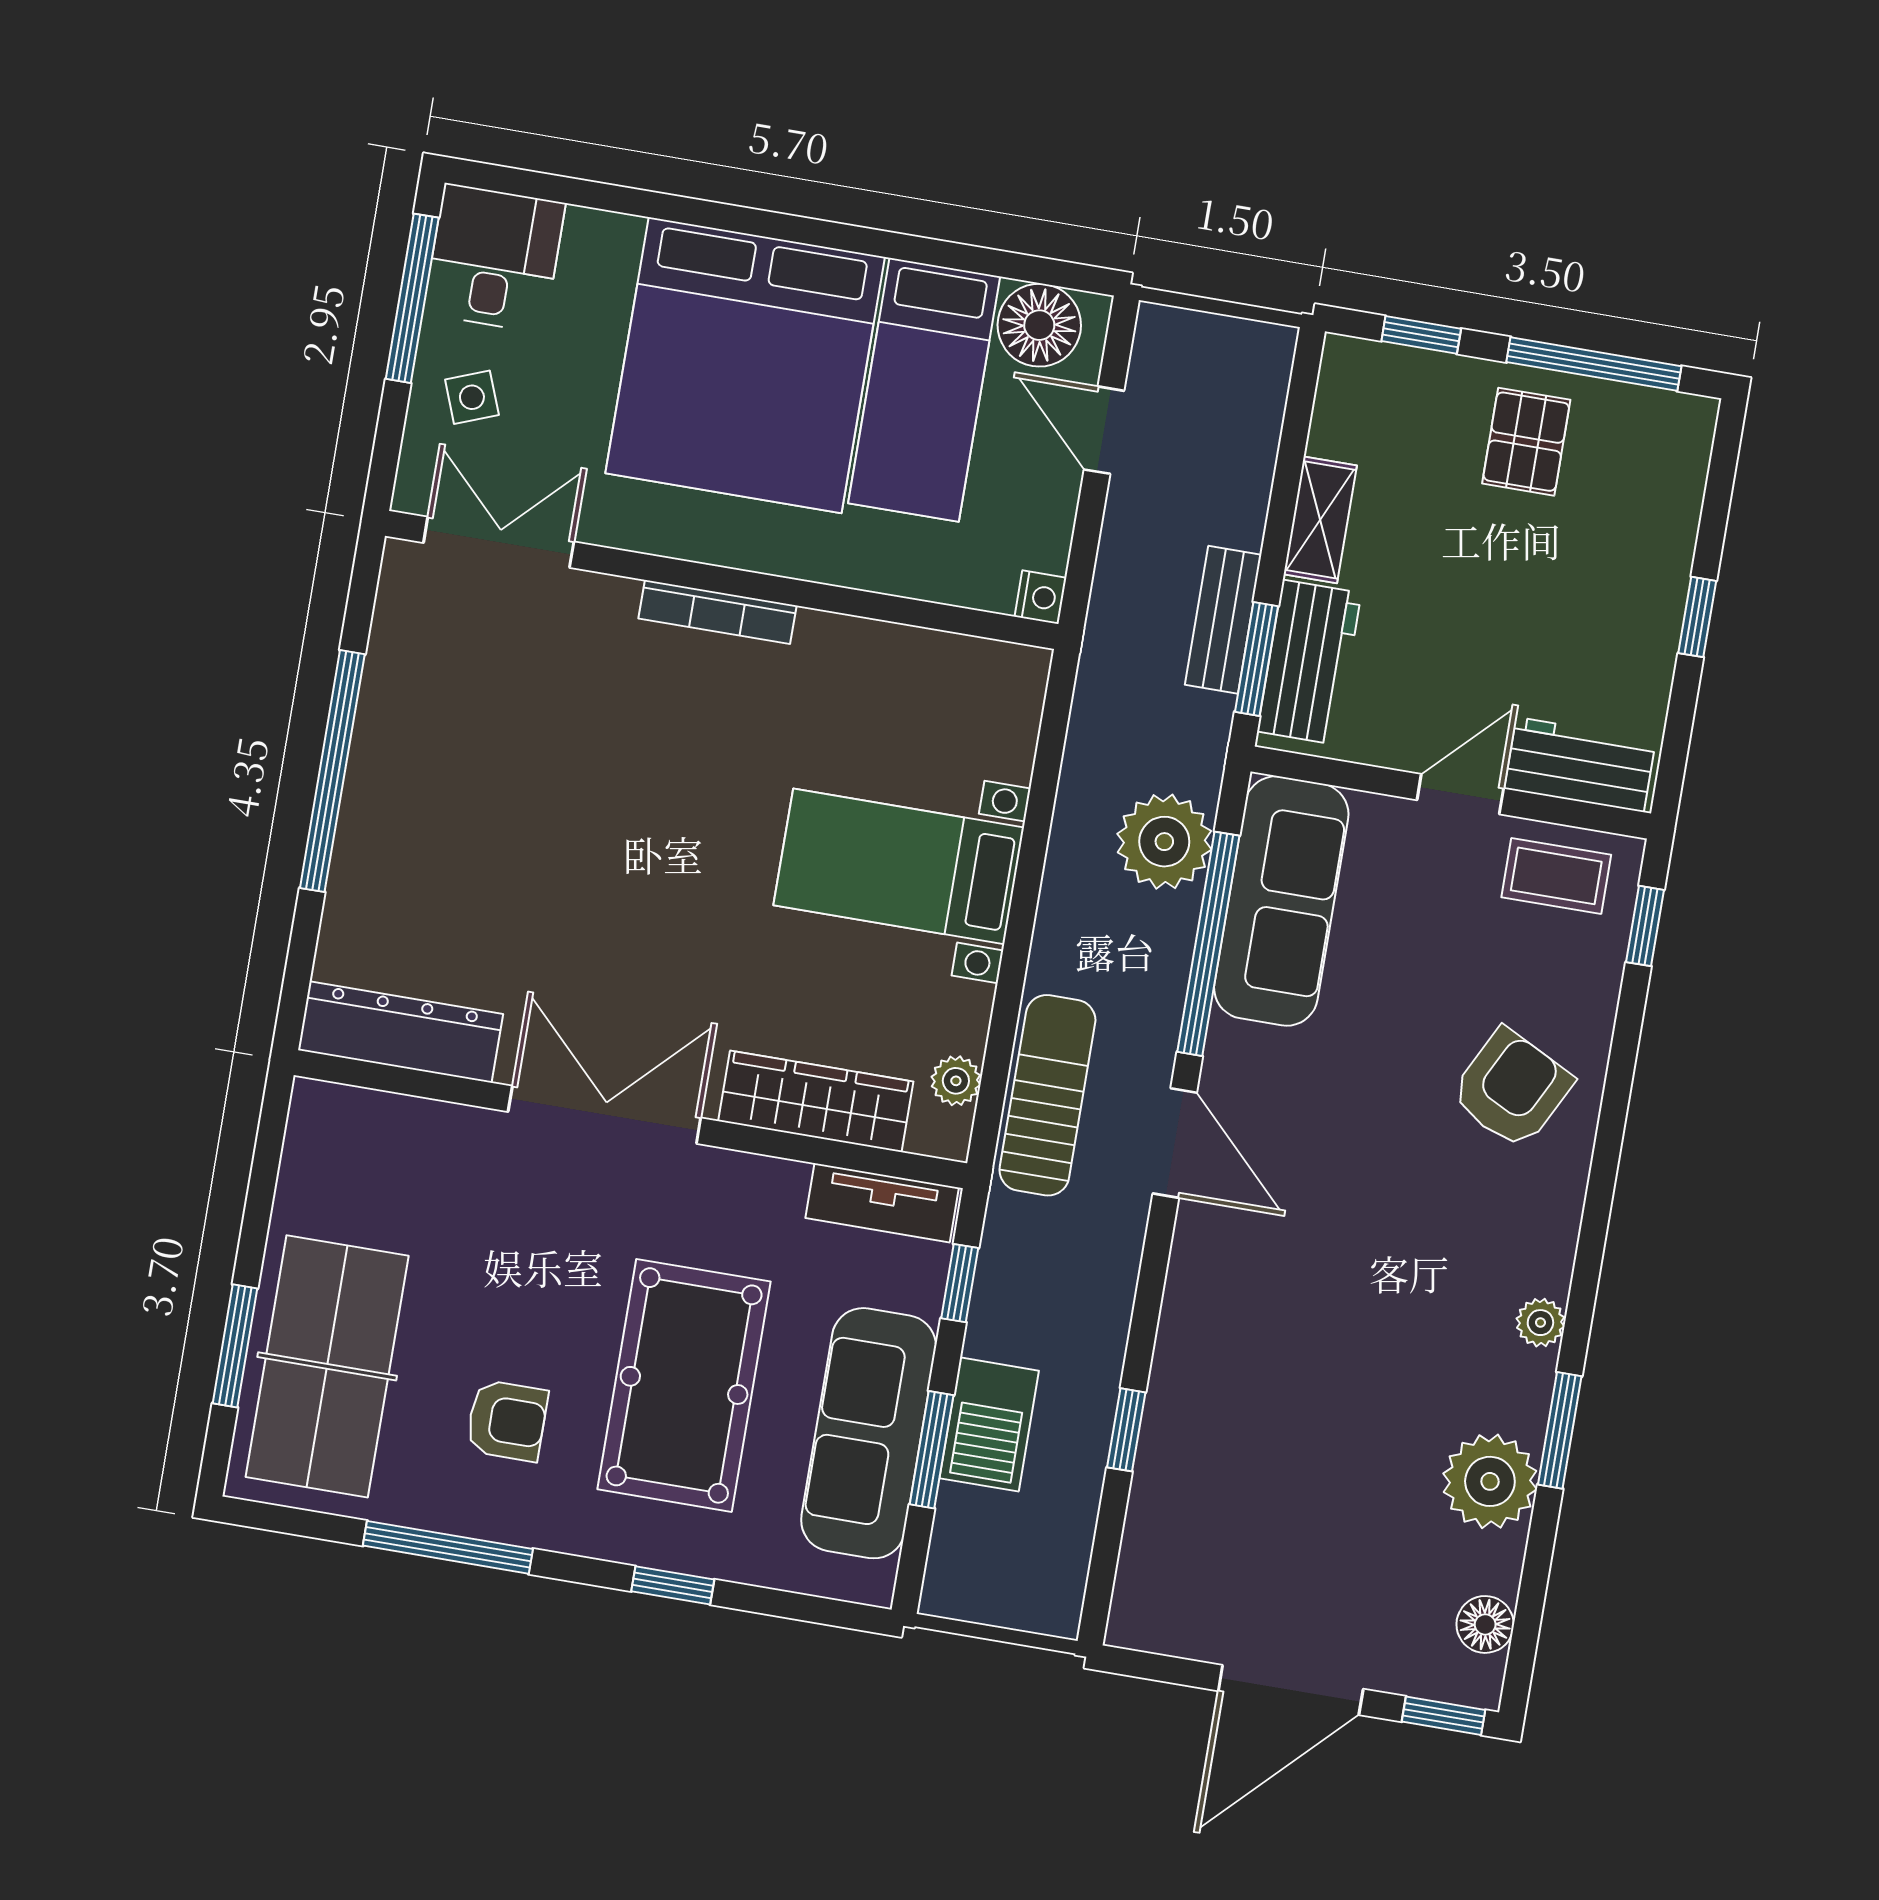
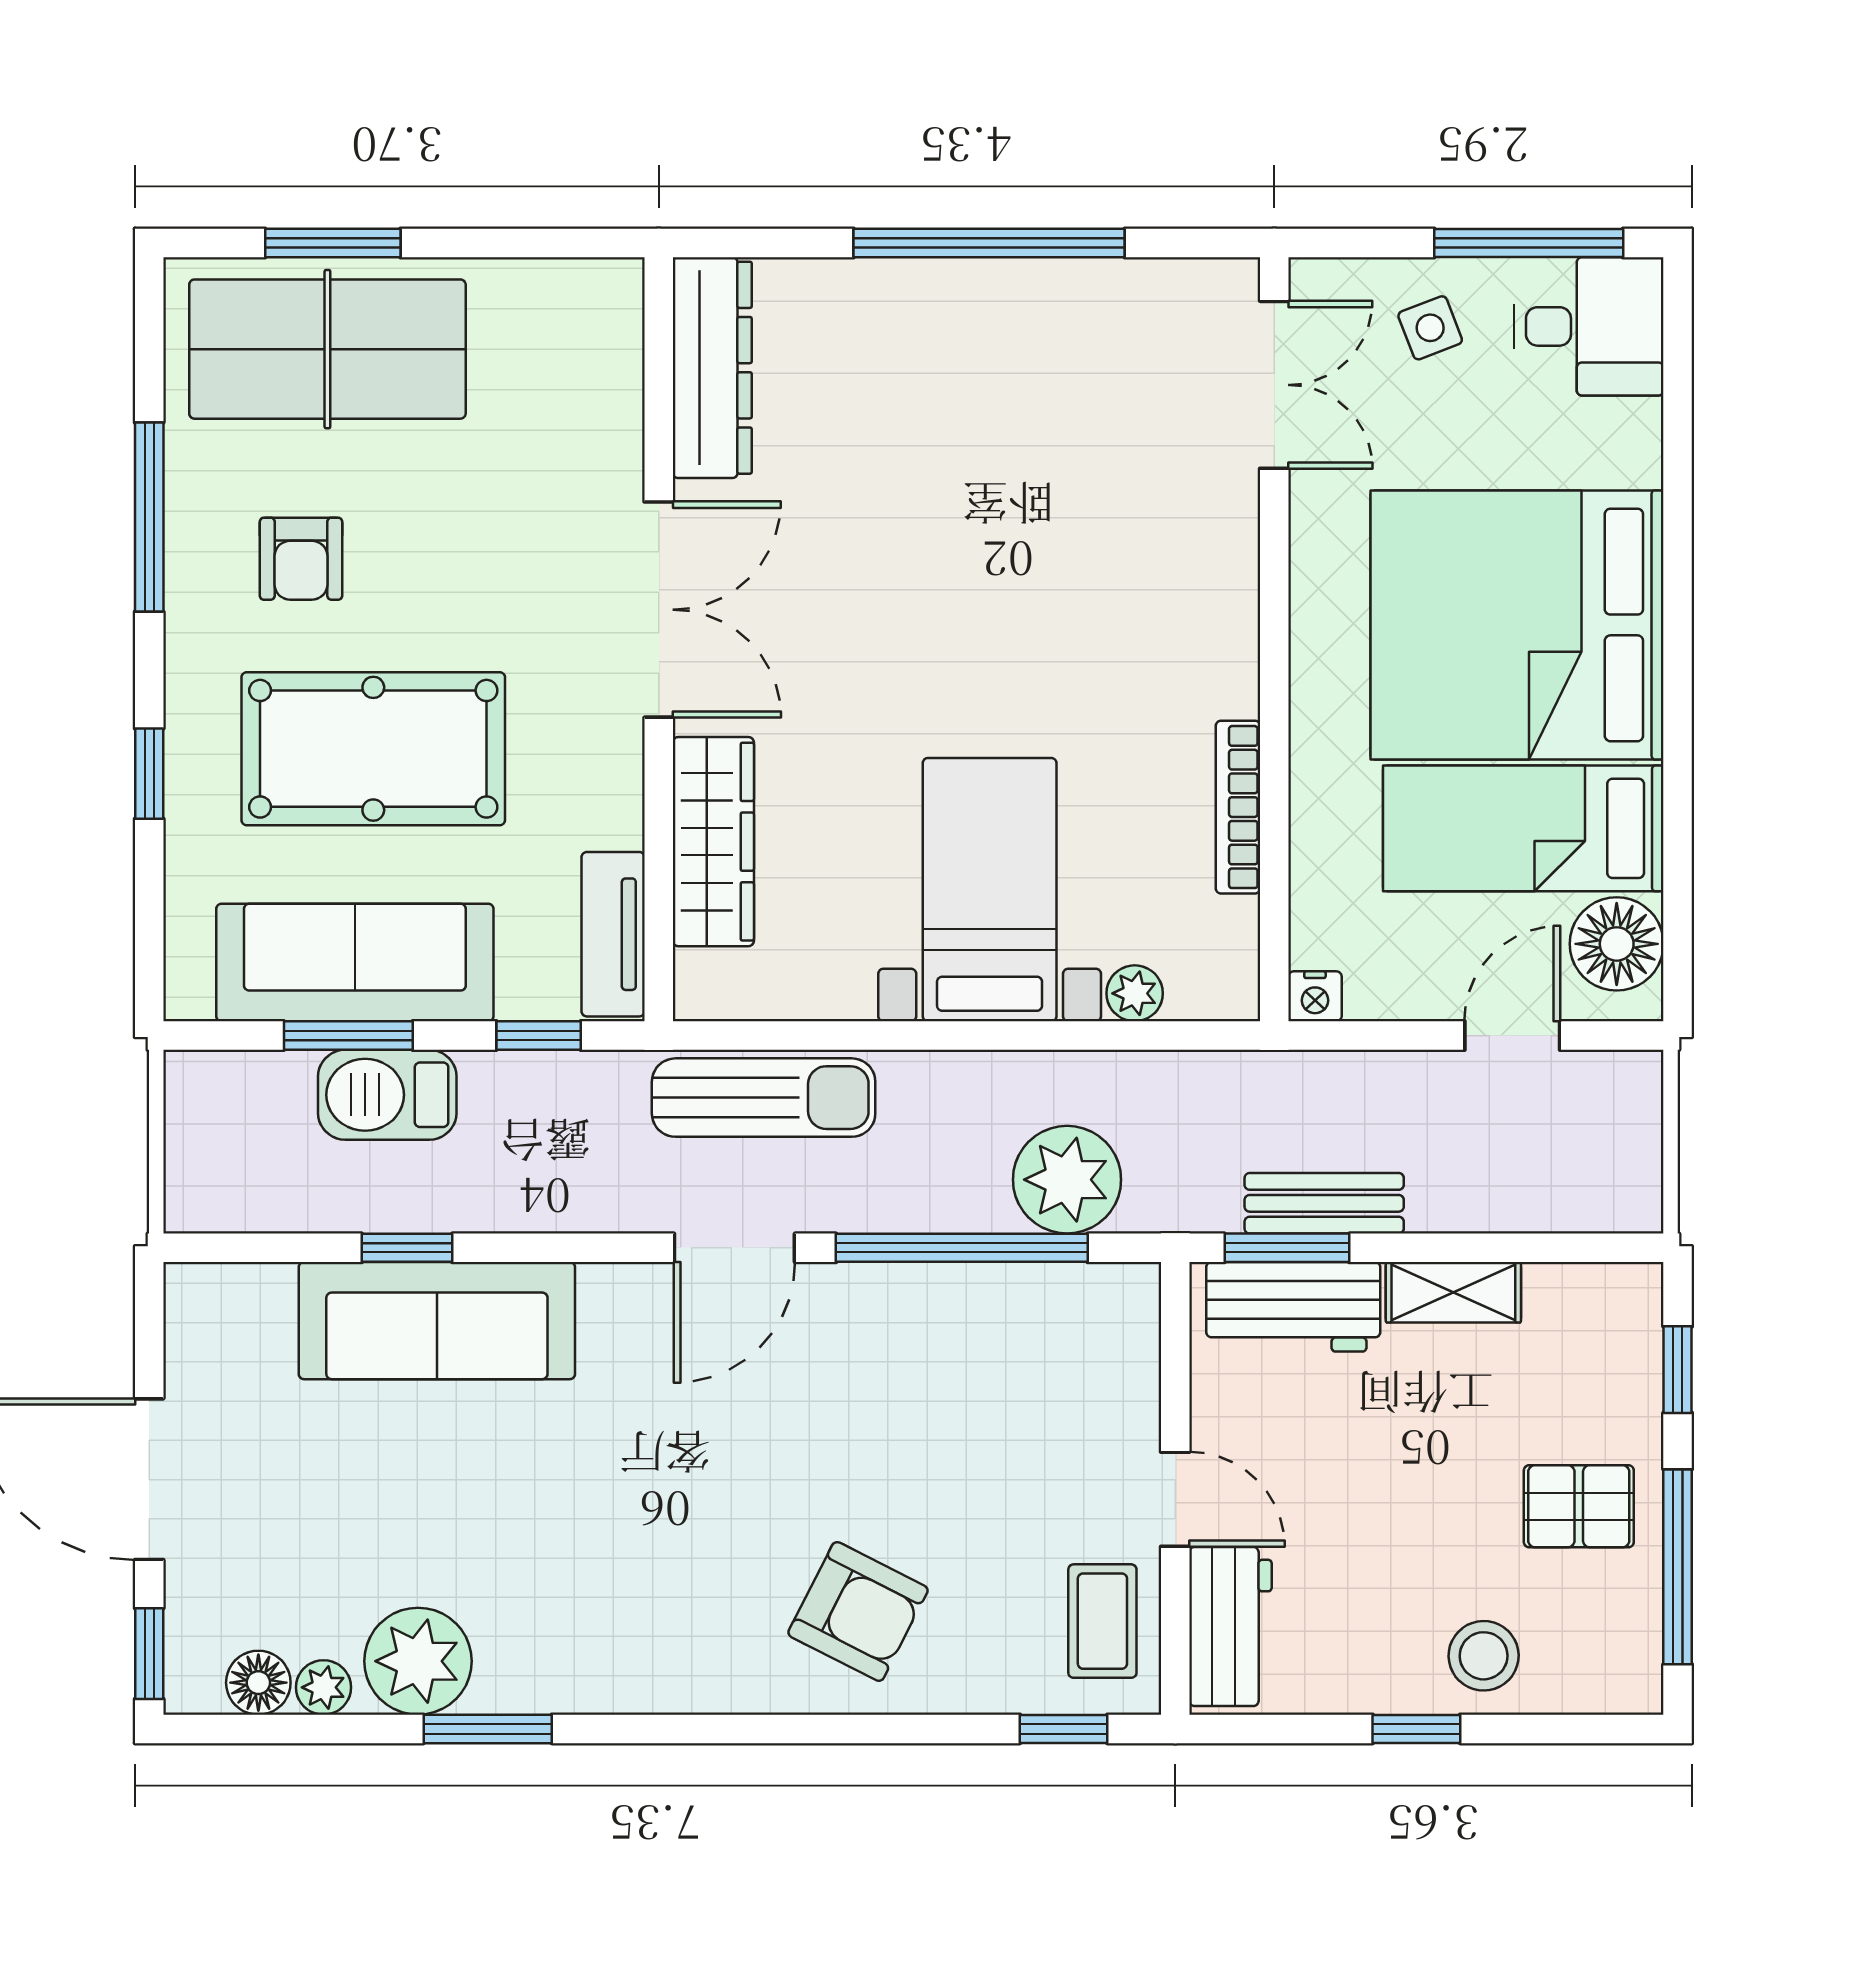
stool: (1643, 547) -> (1484, 1656), added
bookcase: (718, 612) -> (1238, 807), moved
sofa: (1281, 901) -> (437, 1321), moved
plant: (956, 1081) -> (1135, 993), moved
plant: (1540, 1323) -> (324, 1687), moved

